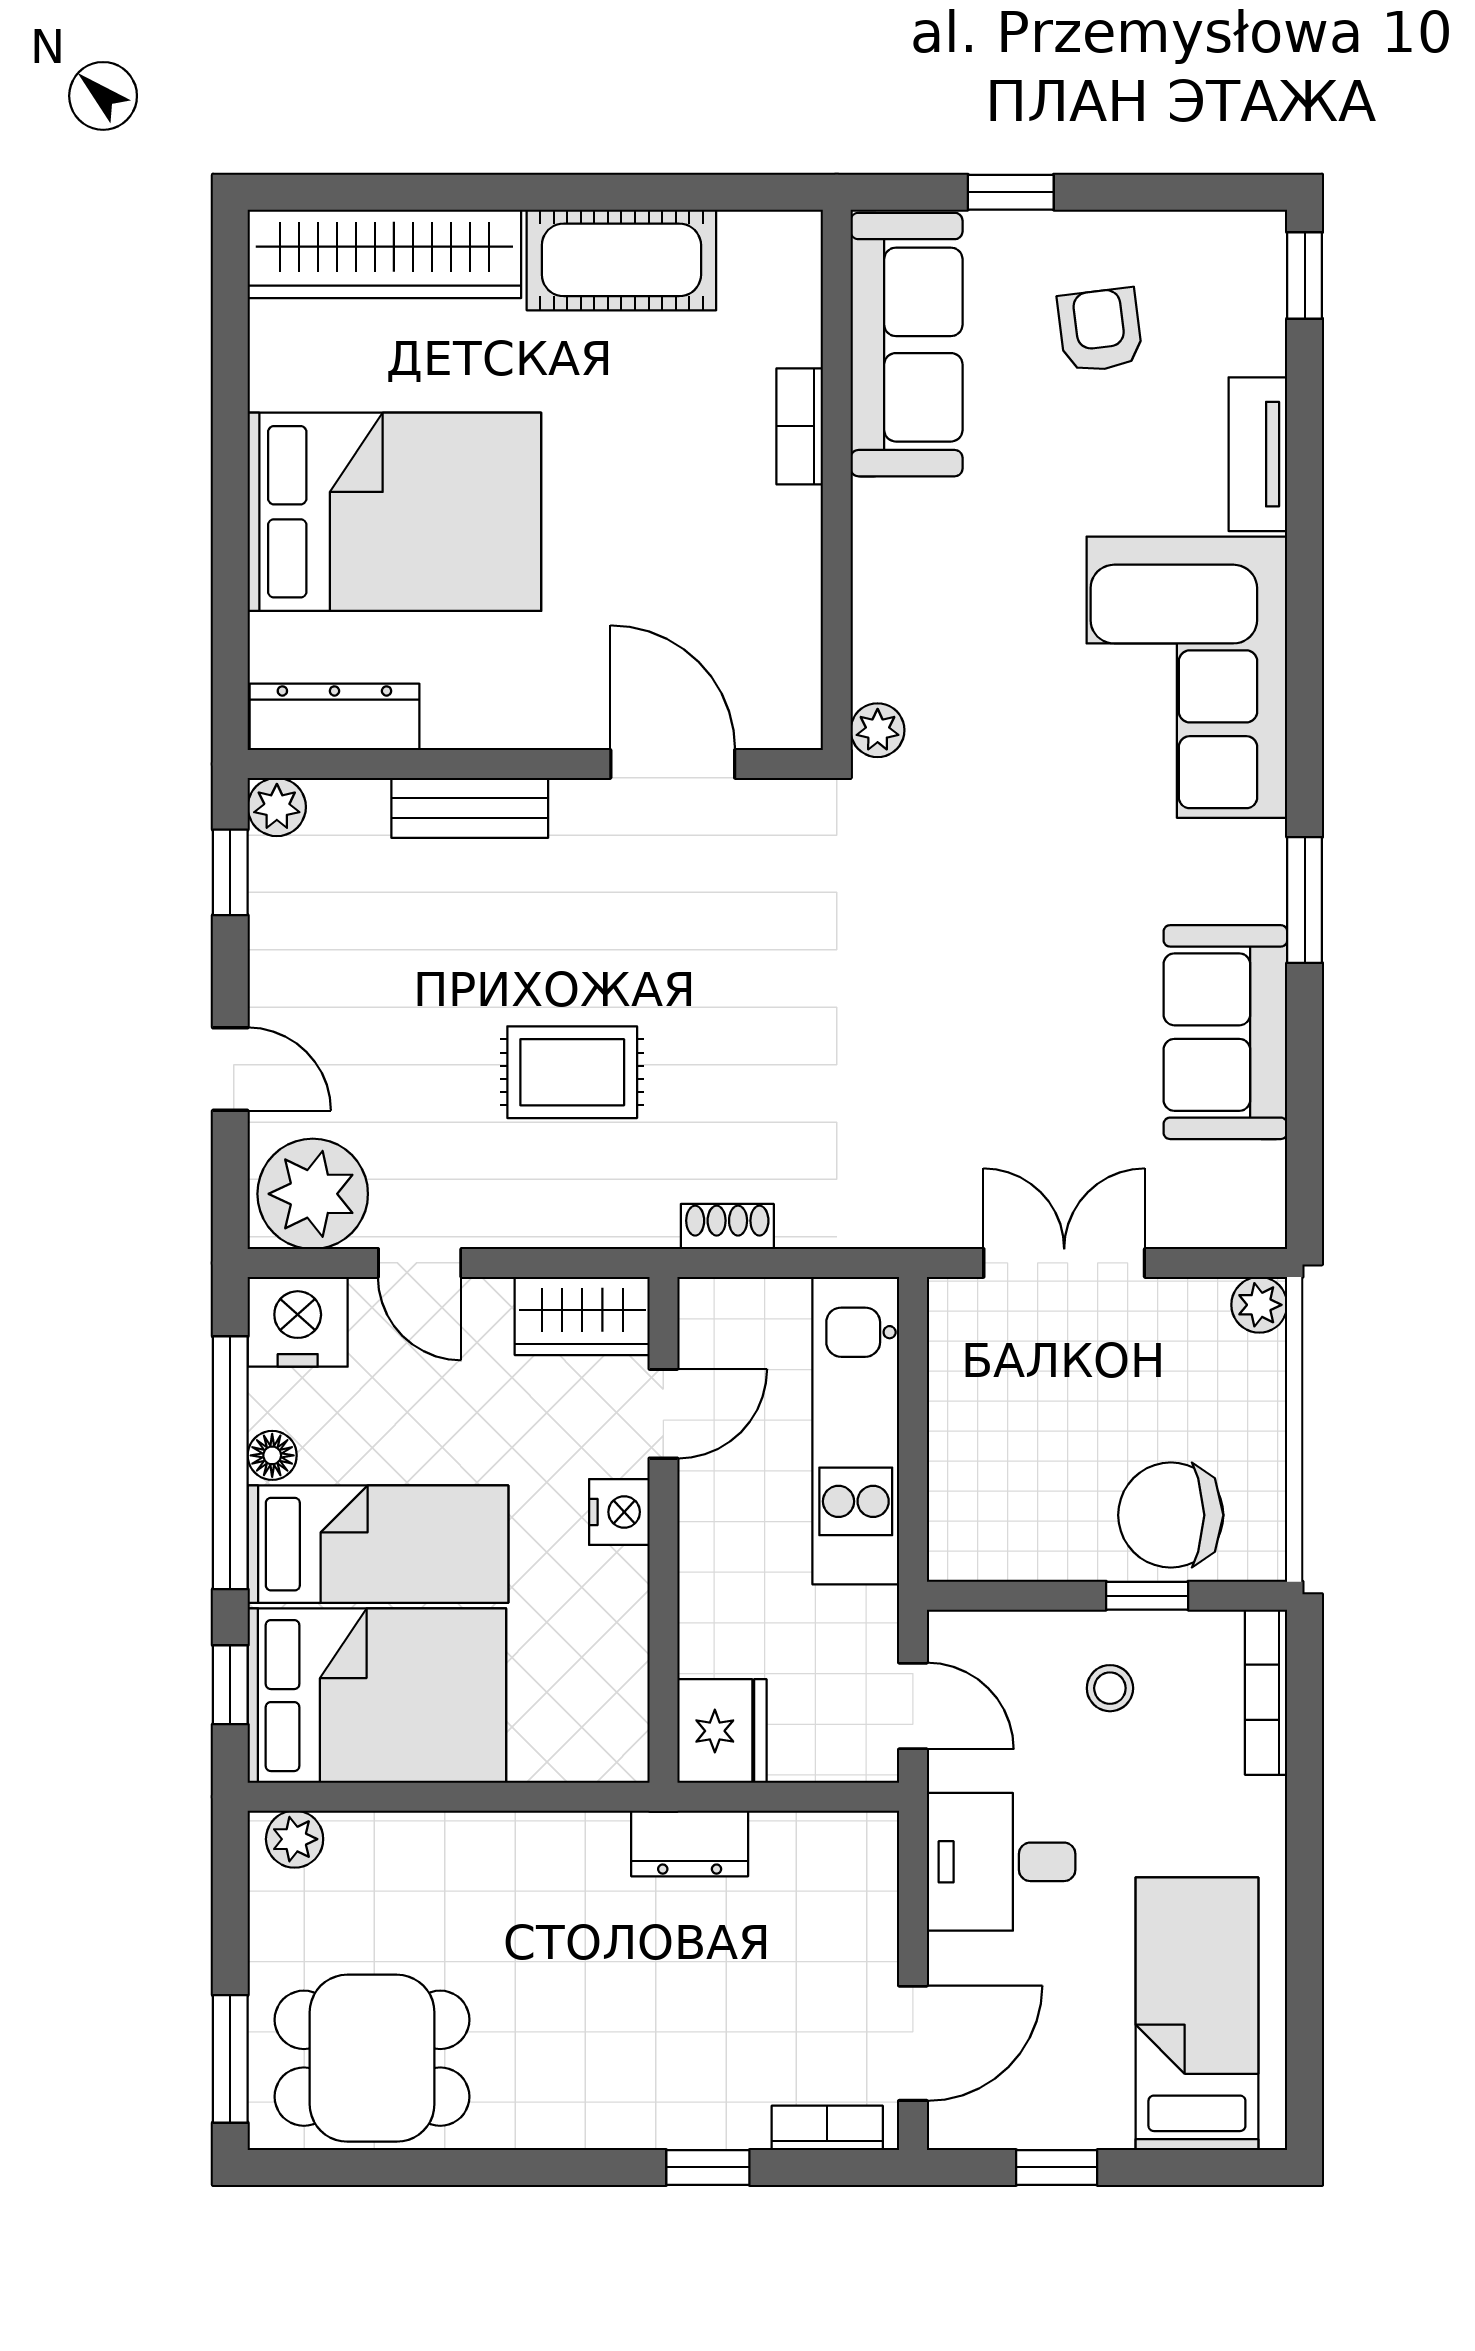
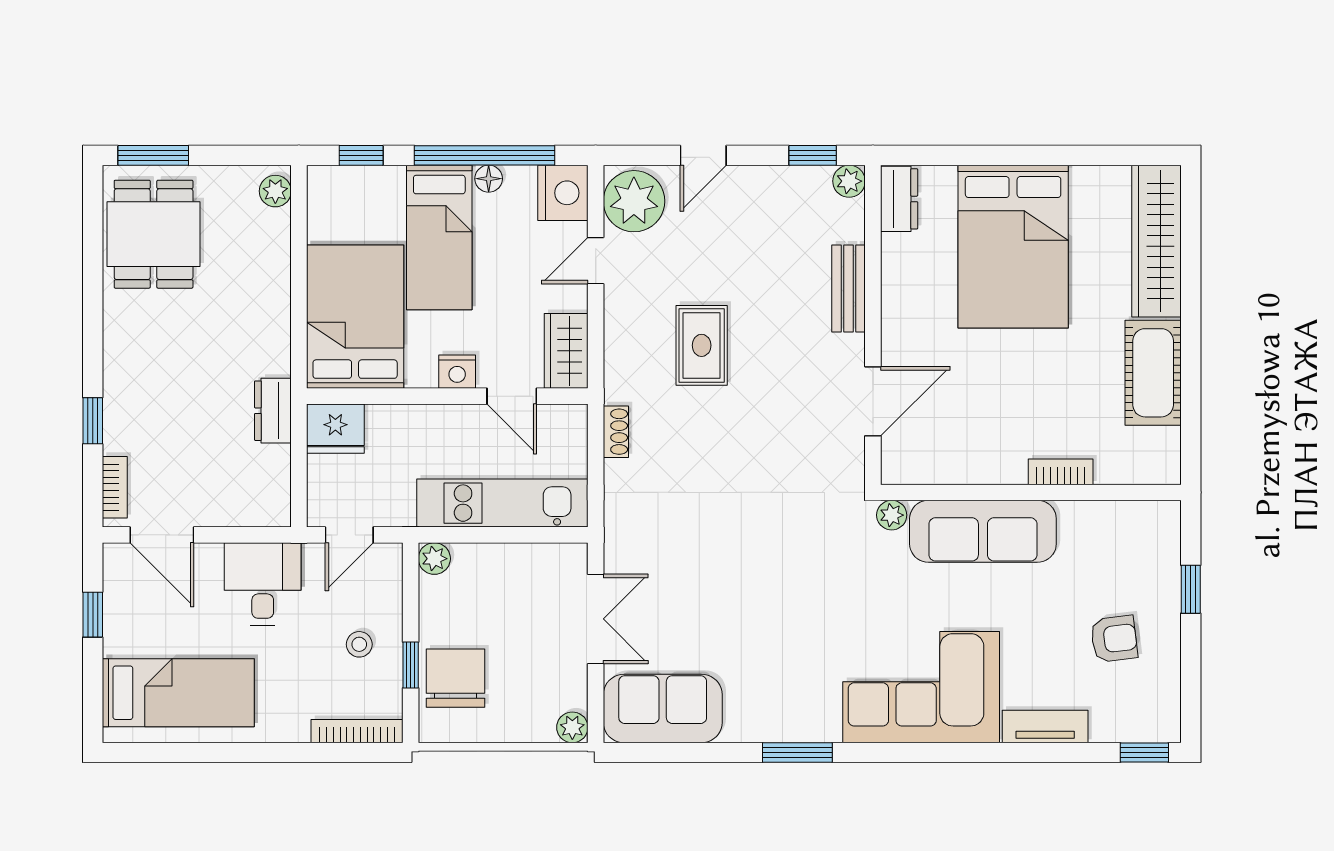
sofa: (907, 345) -> (983, 531), moved
dresser: (334, 717) -> (899, 199), width x0.70
sofa: (1225, 1032) -> (663, 709), moved
plant: (956, 1553) -> (434, 559), added
bed: (377, 1696) -> (355, 317), moved, turned 180

